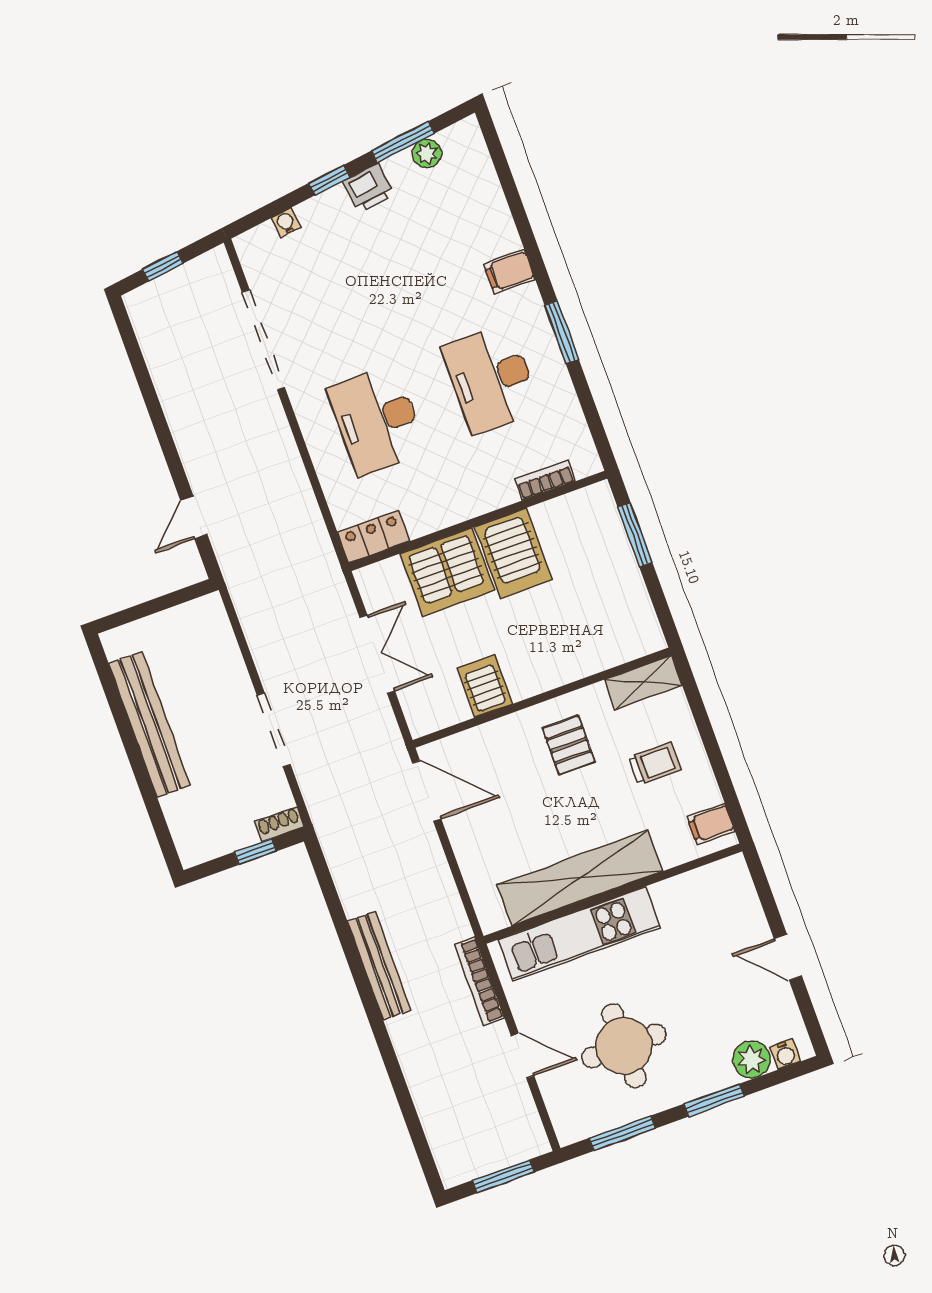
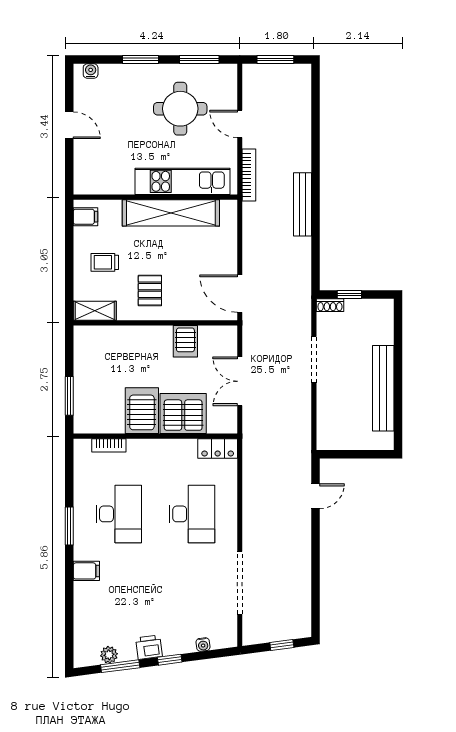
plant: (751, 1059) -> (111, 75), removed

